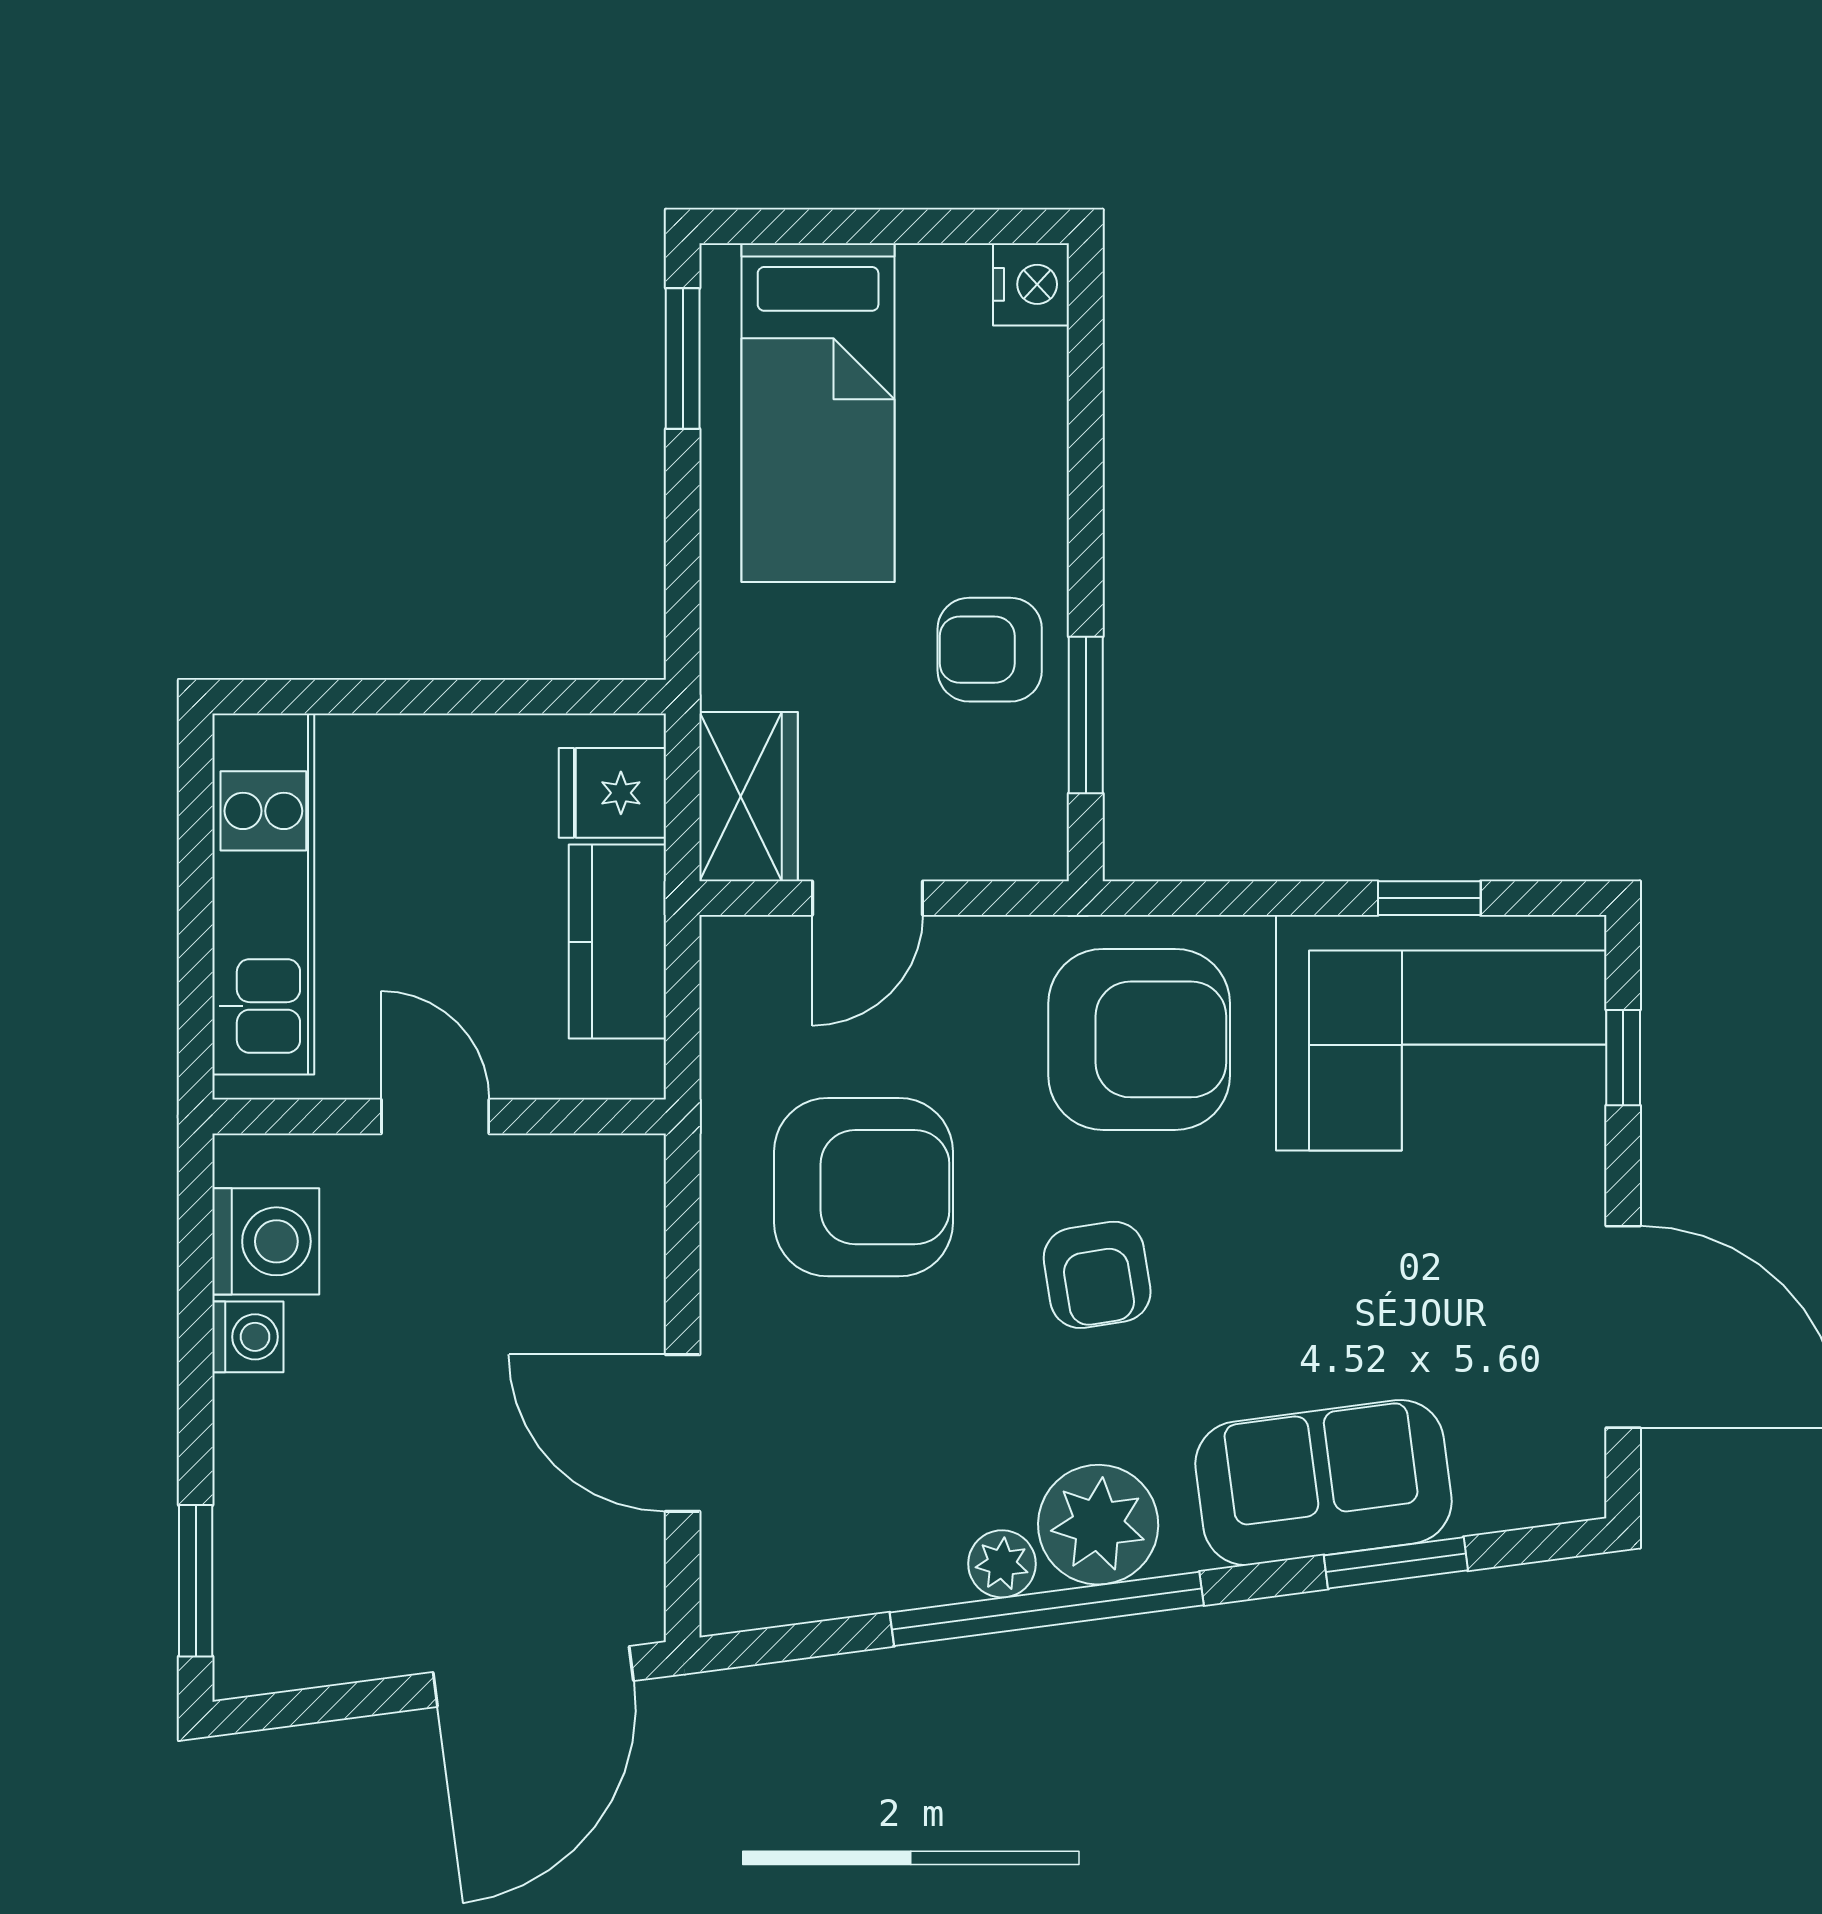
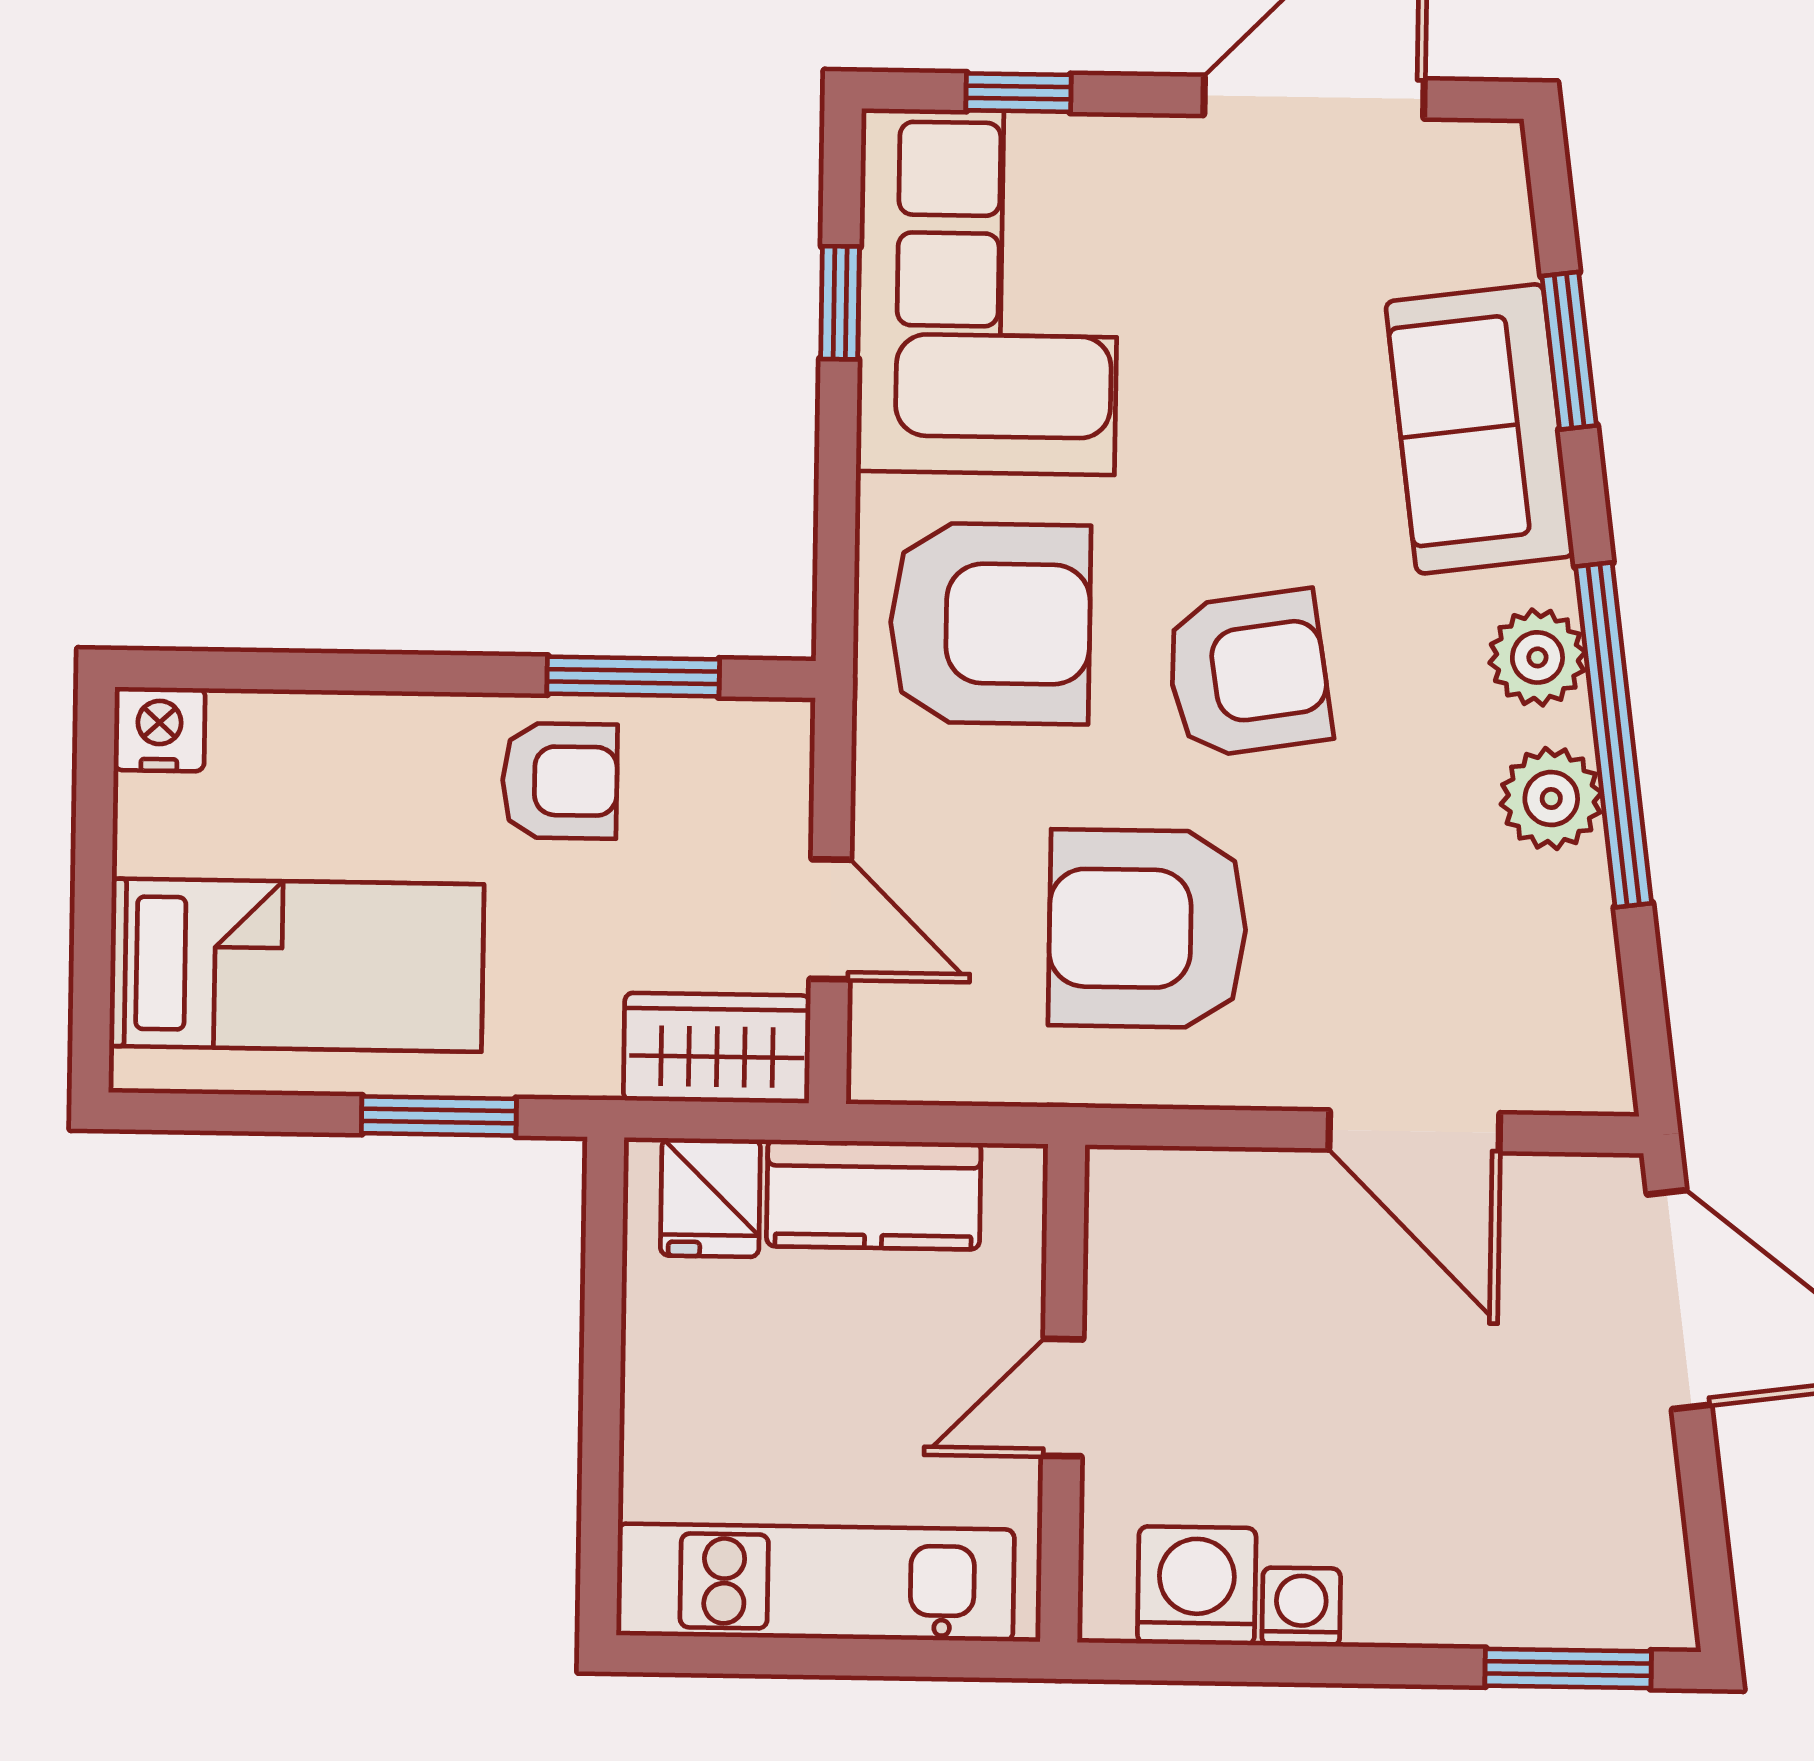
window: (683, 358) -> (439, 1116), moved
armchair: (990, 650) -> (560, 781), turned -90
armchair: (1139, 1039) -> (990, 624), turned 90
armchair: (863, 1187) -> (1148, 929), turned -90
armchair: (1097, 1275) -> (1248, 674), width x1.38, depth x1.38
door: (683, 1433) -> (1414, 1131), hinge flipped
plant: (1098, 1525) -> (1537, 657), width x0.73, depth x0.73
plant: (1002, 1564) -> (1551, 799), width x1.38, depth x1.38

